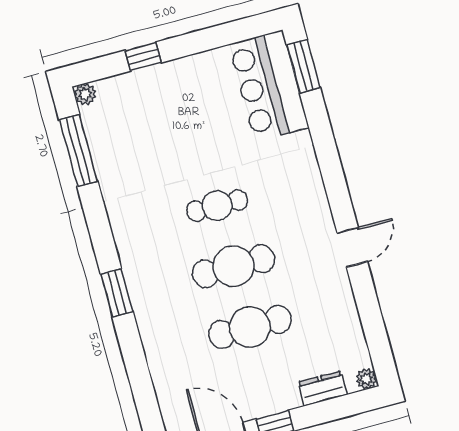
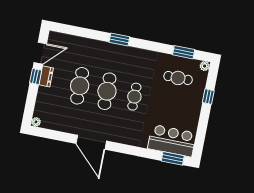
cafe table: (136, 136) -> (178, 78), added
window: (78, 150) -> (184, 52), width x0.69
door: (352, 247) -> (91, 142), width x1.88
dresser: (323, 388) -> (46, 76), moved

